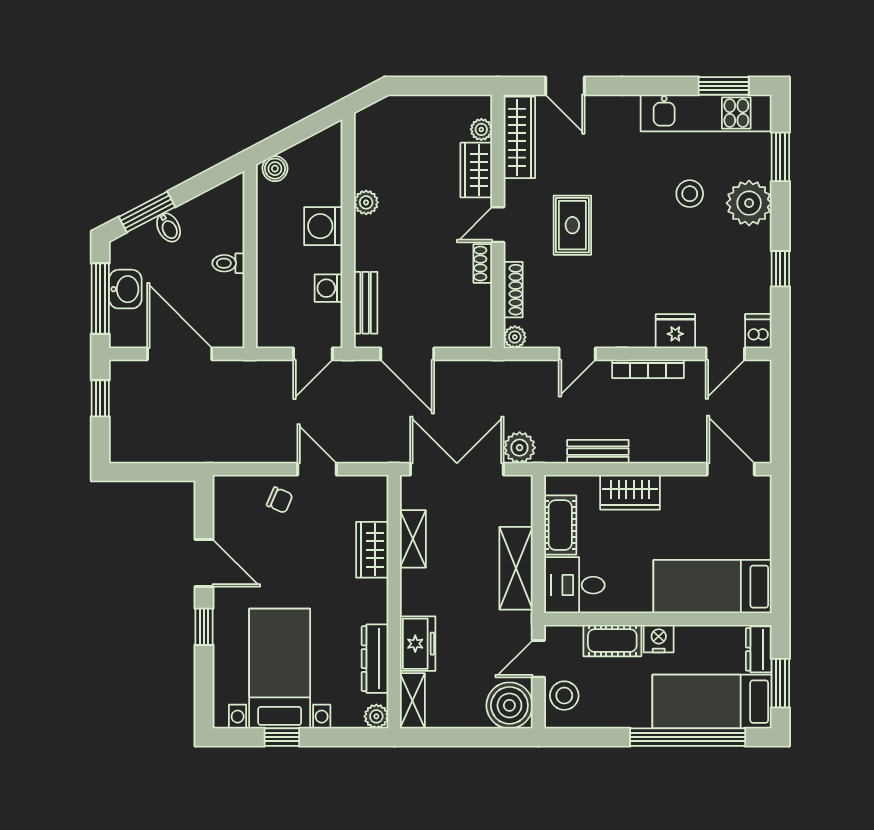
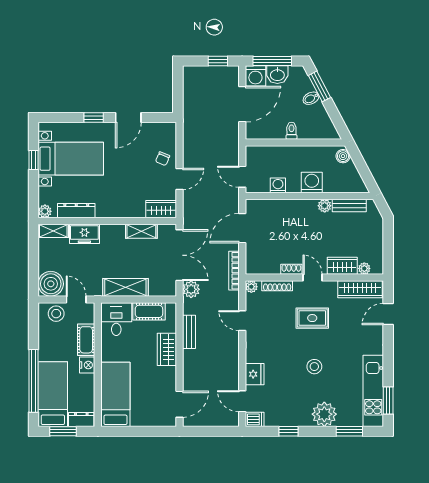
stool: (690, 194) -> (314, 367), moved
bench: (366, 303) -> (349, 205), moved
washing machine: (128, 329) -> (255, 76), added
bookcase: (648, 369) -> (234, 271), moved
wardrobe: (372, 550) -> (161, 209), moved

